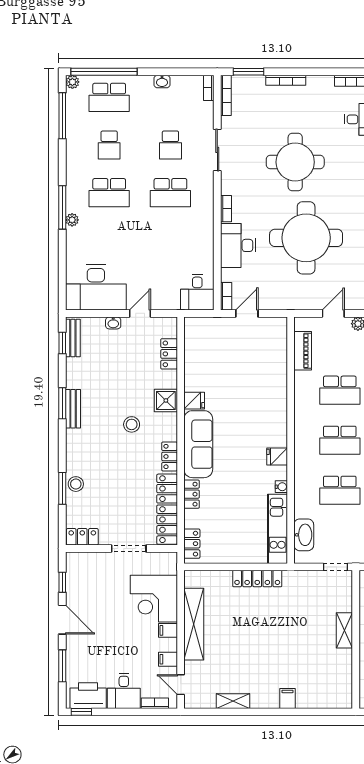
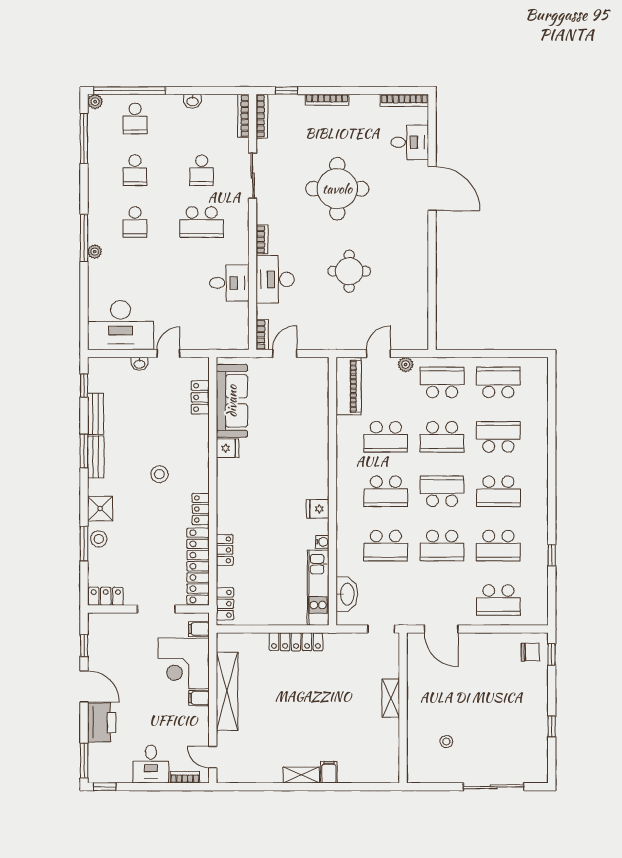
window: (248, 72) -> (287, 91), width x0.67
bookcase: (209, 88) -> (243, 116), width x1.56
school desk: (109, 97) -> (135, 118), width x0.54
school desk: (109, 193) -> (135, 222), width x0.54
round table: (306, 238) -> (349, 271), width x0.54, depth x0.54
desk: (197, 292) -> (229, 283), moved, turned -90
bench: (73, 338) -> (96, 414), moved
piano: (303, 351) -> (349, 386), width x1.37, depth x1.33
shower: (166, 400) -> (100, 509), moved
sofa: (198, 444) -> (232, 401), moved
filing cabinet: (168, 659) -> (199, 629), moved
window: (62, 666) -> (84, 761), moved
printer: (88, 696) -> (102, 722), moved, turned 90
shelving: (233, 701) -> (301, 775), moved

